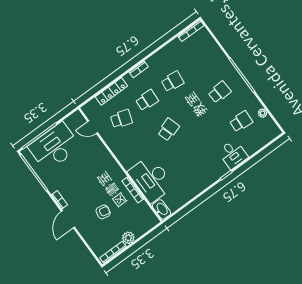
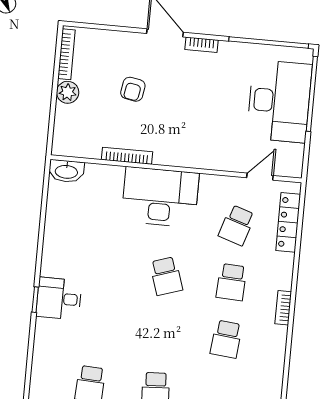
locker: (111, 91) -> (288, 222), moved
desk: (233, 154) -> (59, 299), moved
desk: (151, 179) -> (160, 197), moved

